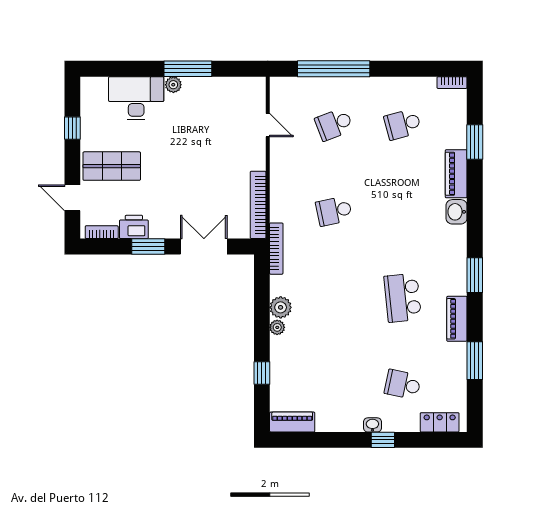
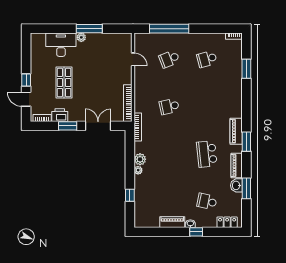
window: (72, 128) -> (26, 80), moved
shop shelf: (112, 166) -> (64, 83), moved, turned 90
piano: (456, 174) -> (236, 131), moved
washbasin: (457, 212) -> (236, 185), moved
piano: (292, 422) -> (172, 222), moved

